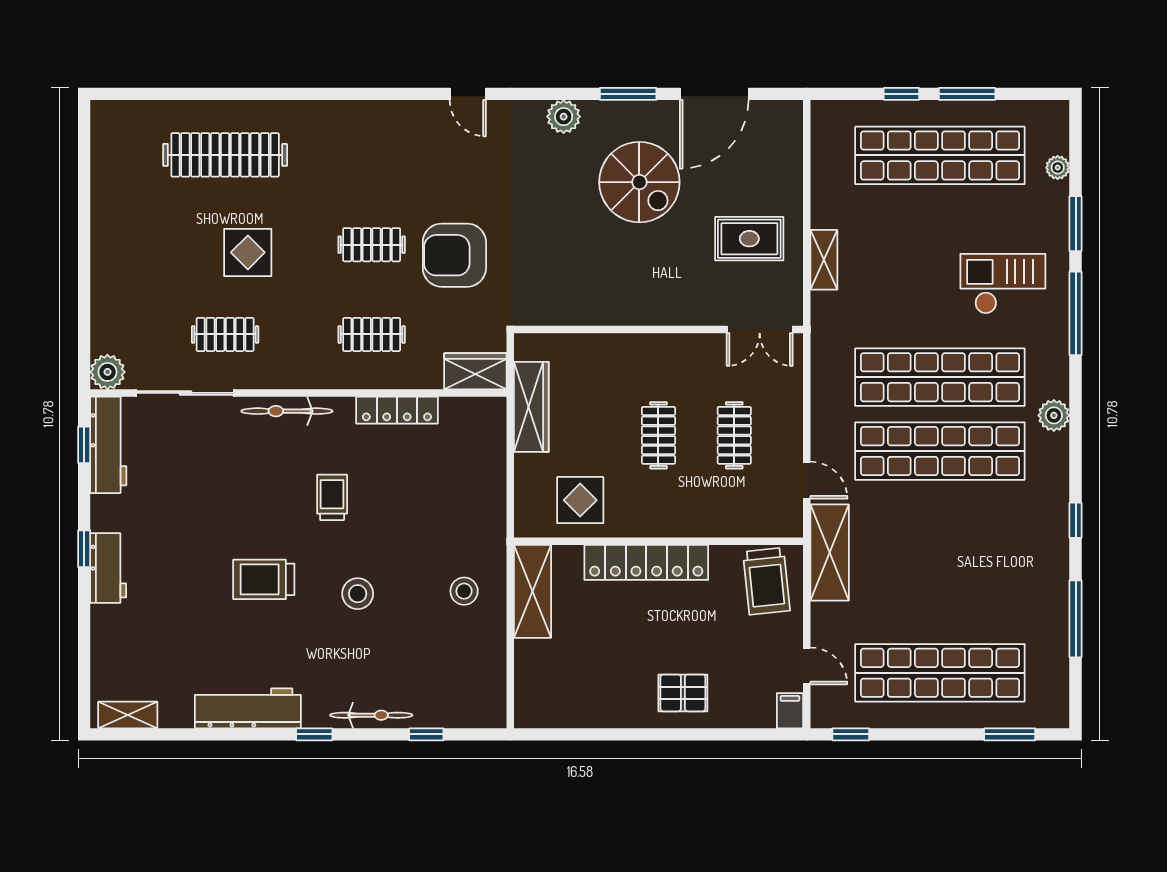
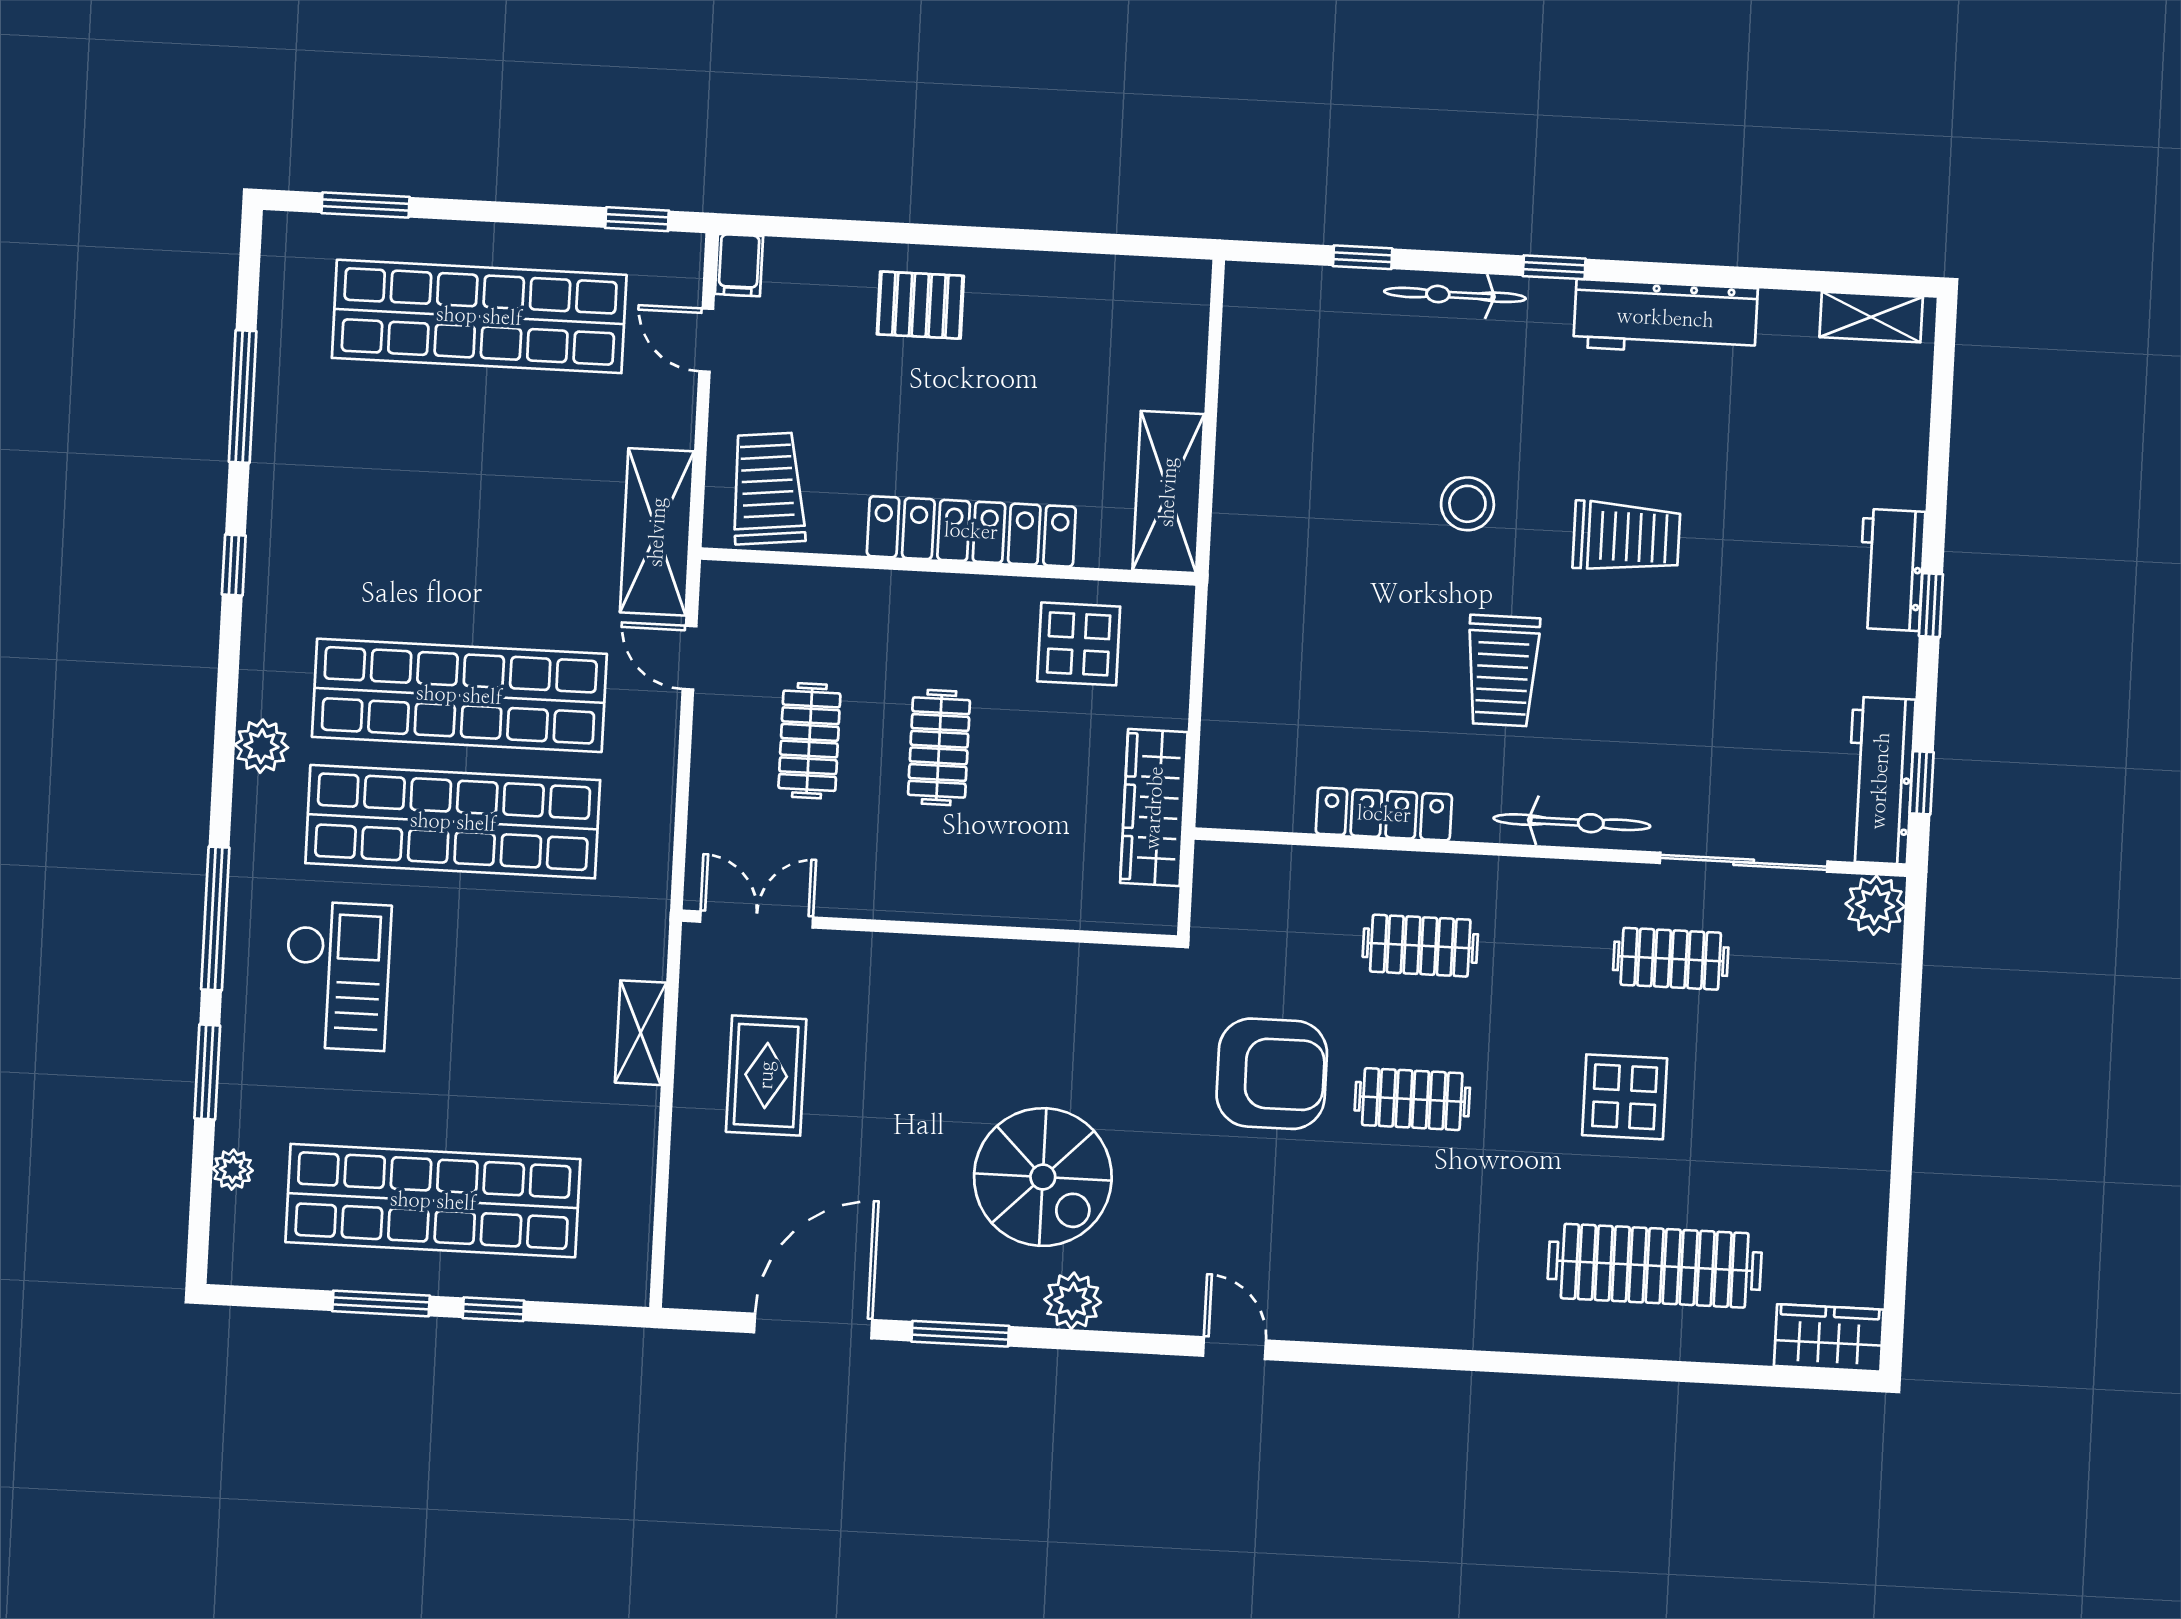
spiral stairs: (639, 182) -> (1043, 1177), moved, turned 180
rug: (749, 239) -> (766, 1075), turned 90
checkout: (1003, 284) -> (337, 976), turned -90
wardrobe: (475, 371) -> (1829, 1338), moved, turned 180
trolley: (332, 497) -> (1502, 671), width x1.36, depth x1.39
stool: (464, 591) -> (1285, 499), removed

